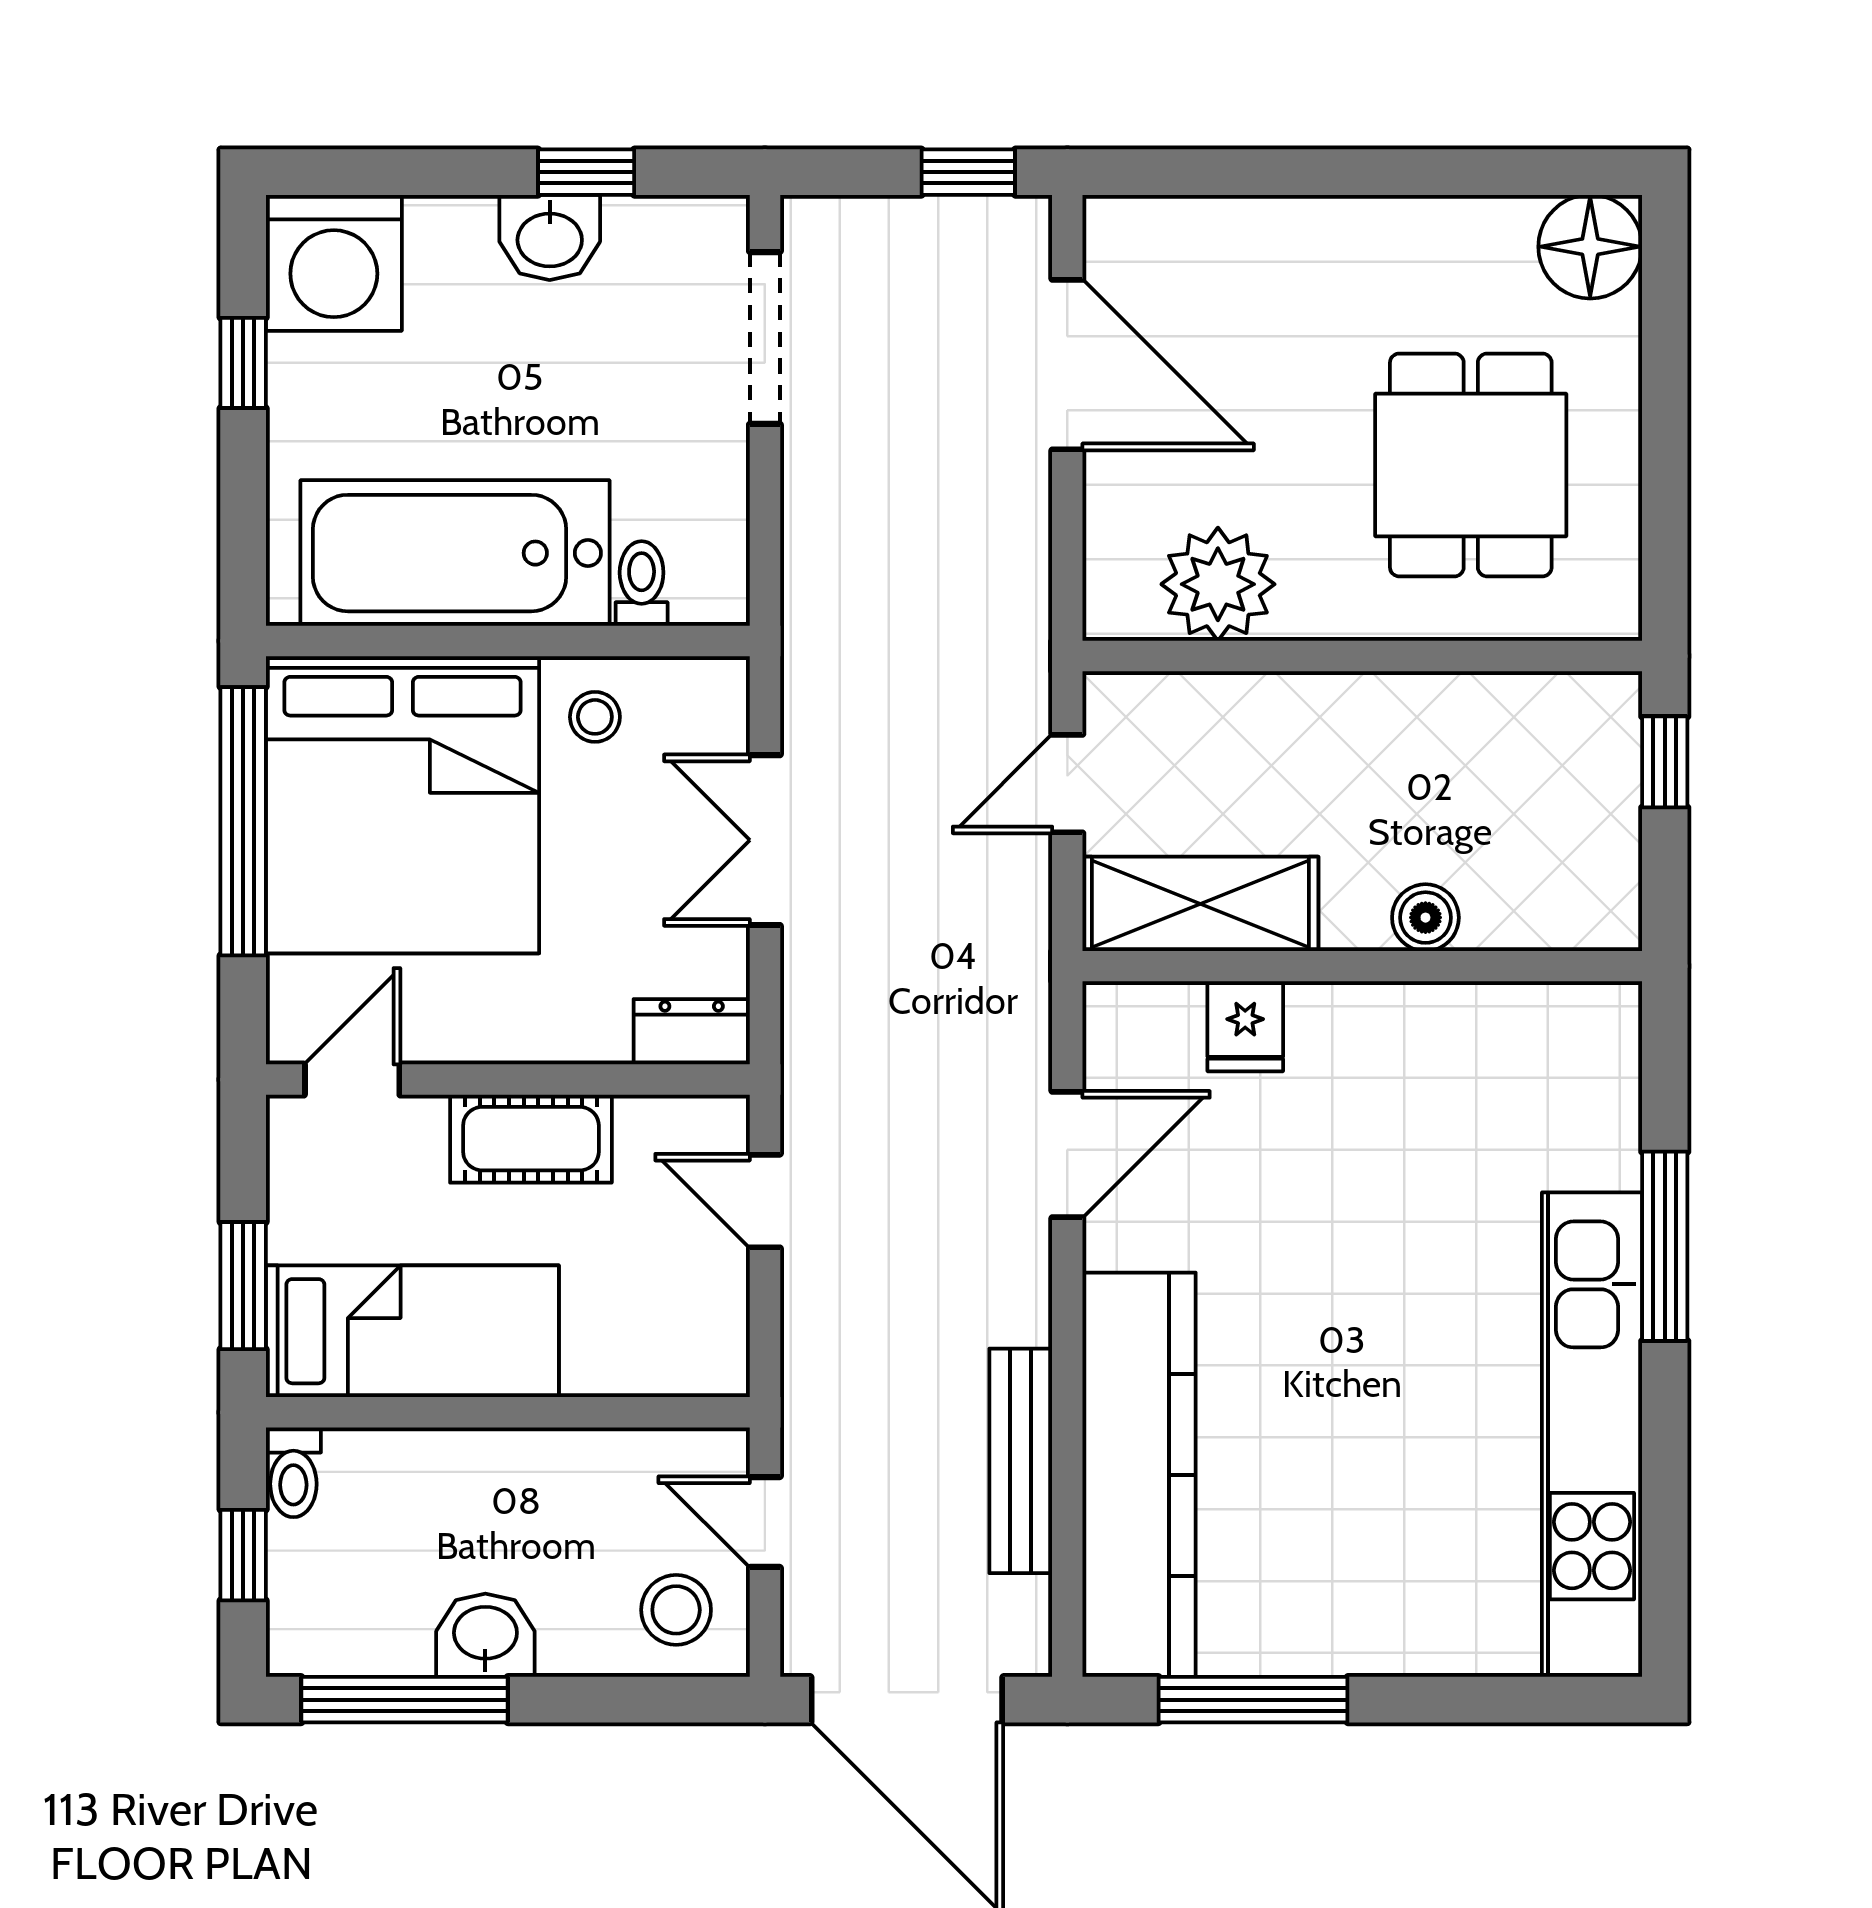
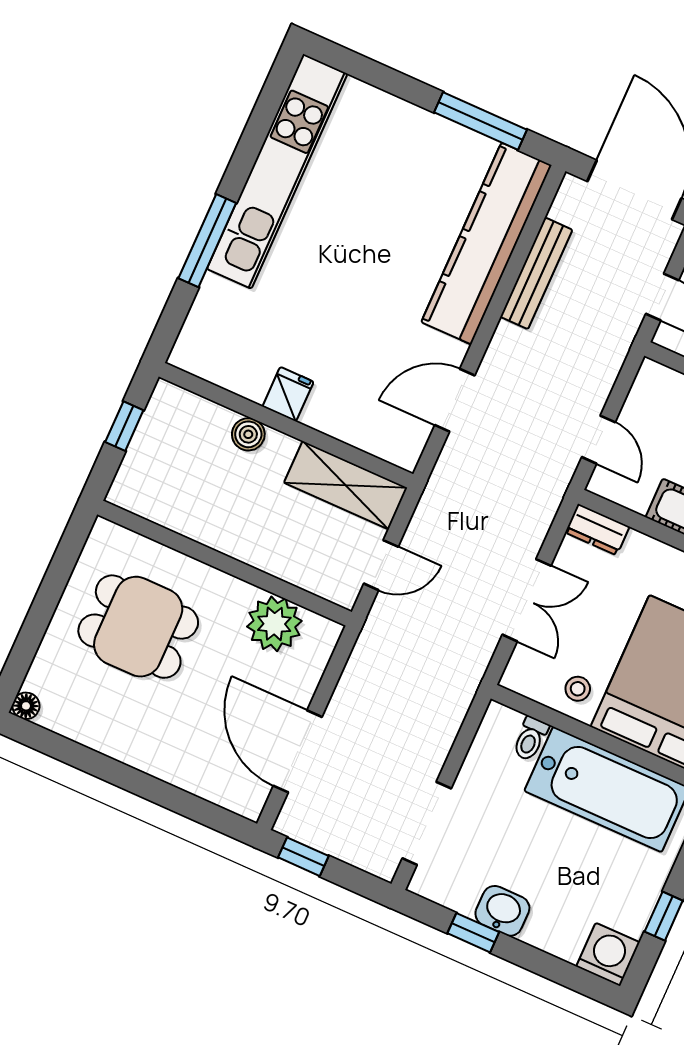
floor lamp: (1590, 247) -> (26, 706), width x0.53, depth x0.53
washing machine: (334, 263) -> (608, 954), width x0.73, depth x0.73
dining table: (1471, 465) -> (138, 627), turned 90
window: (1665, 762) -> (124, 426), moved
fridge: (1245, 1026) -> (288, 394), moved

